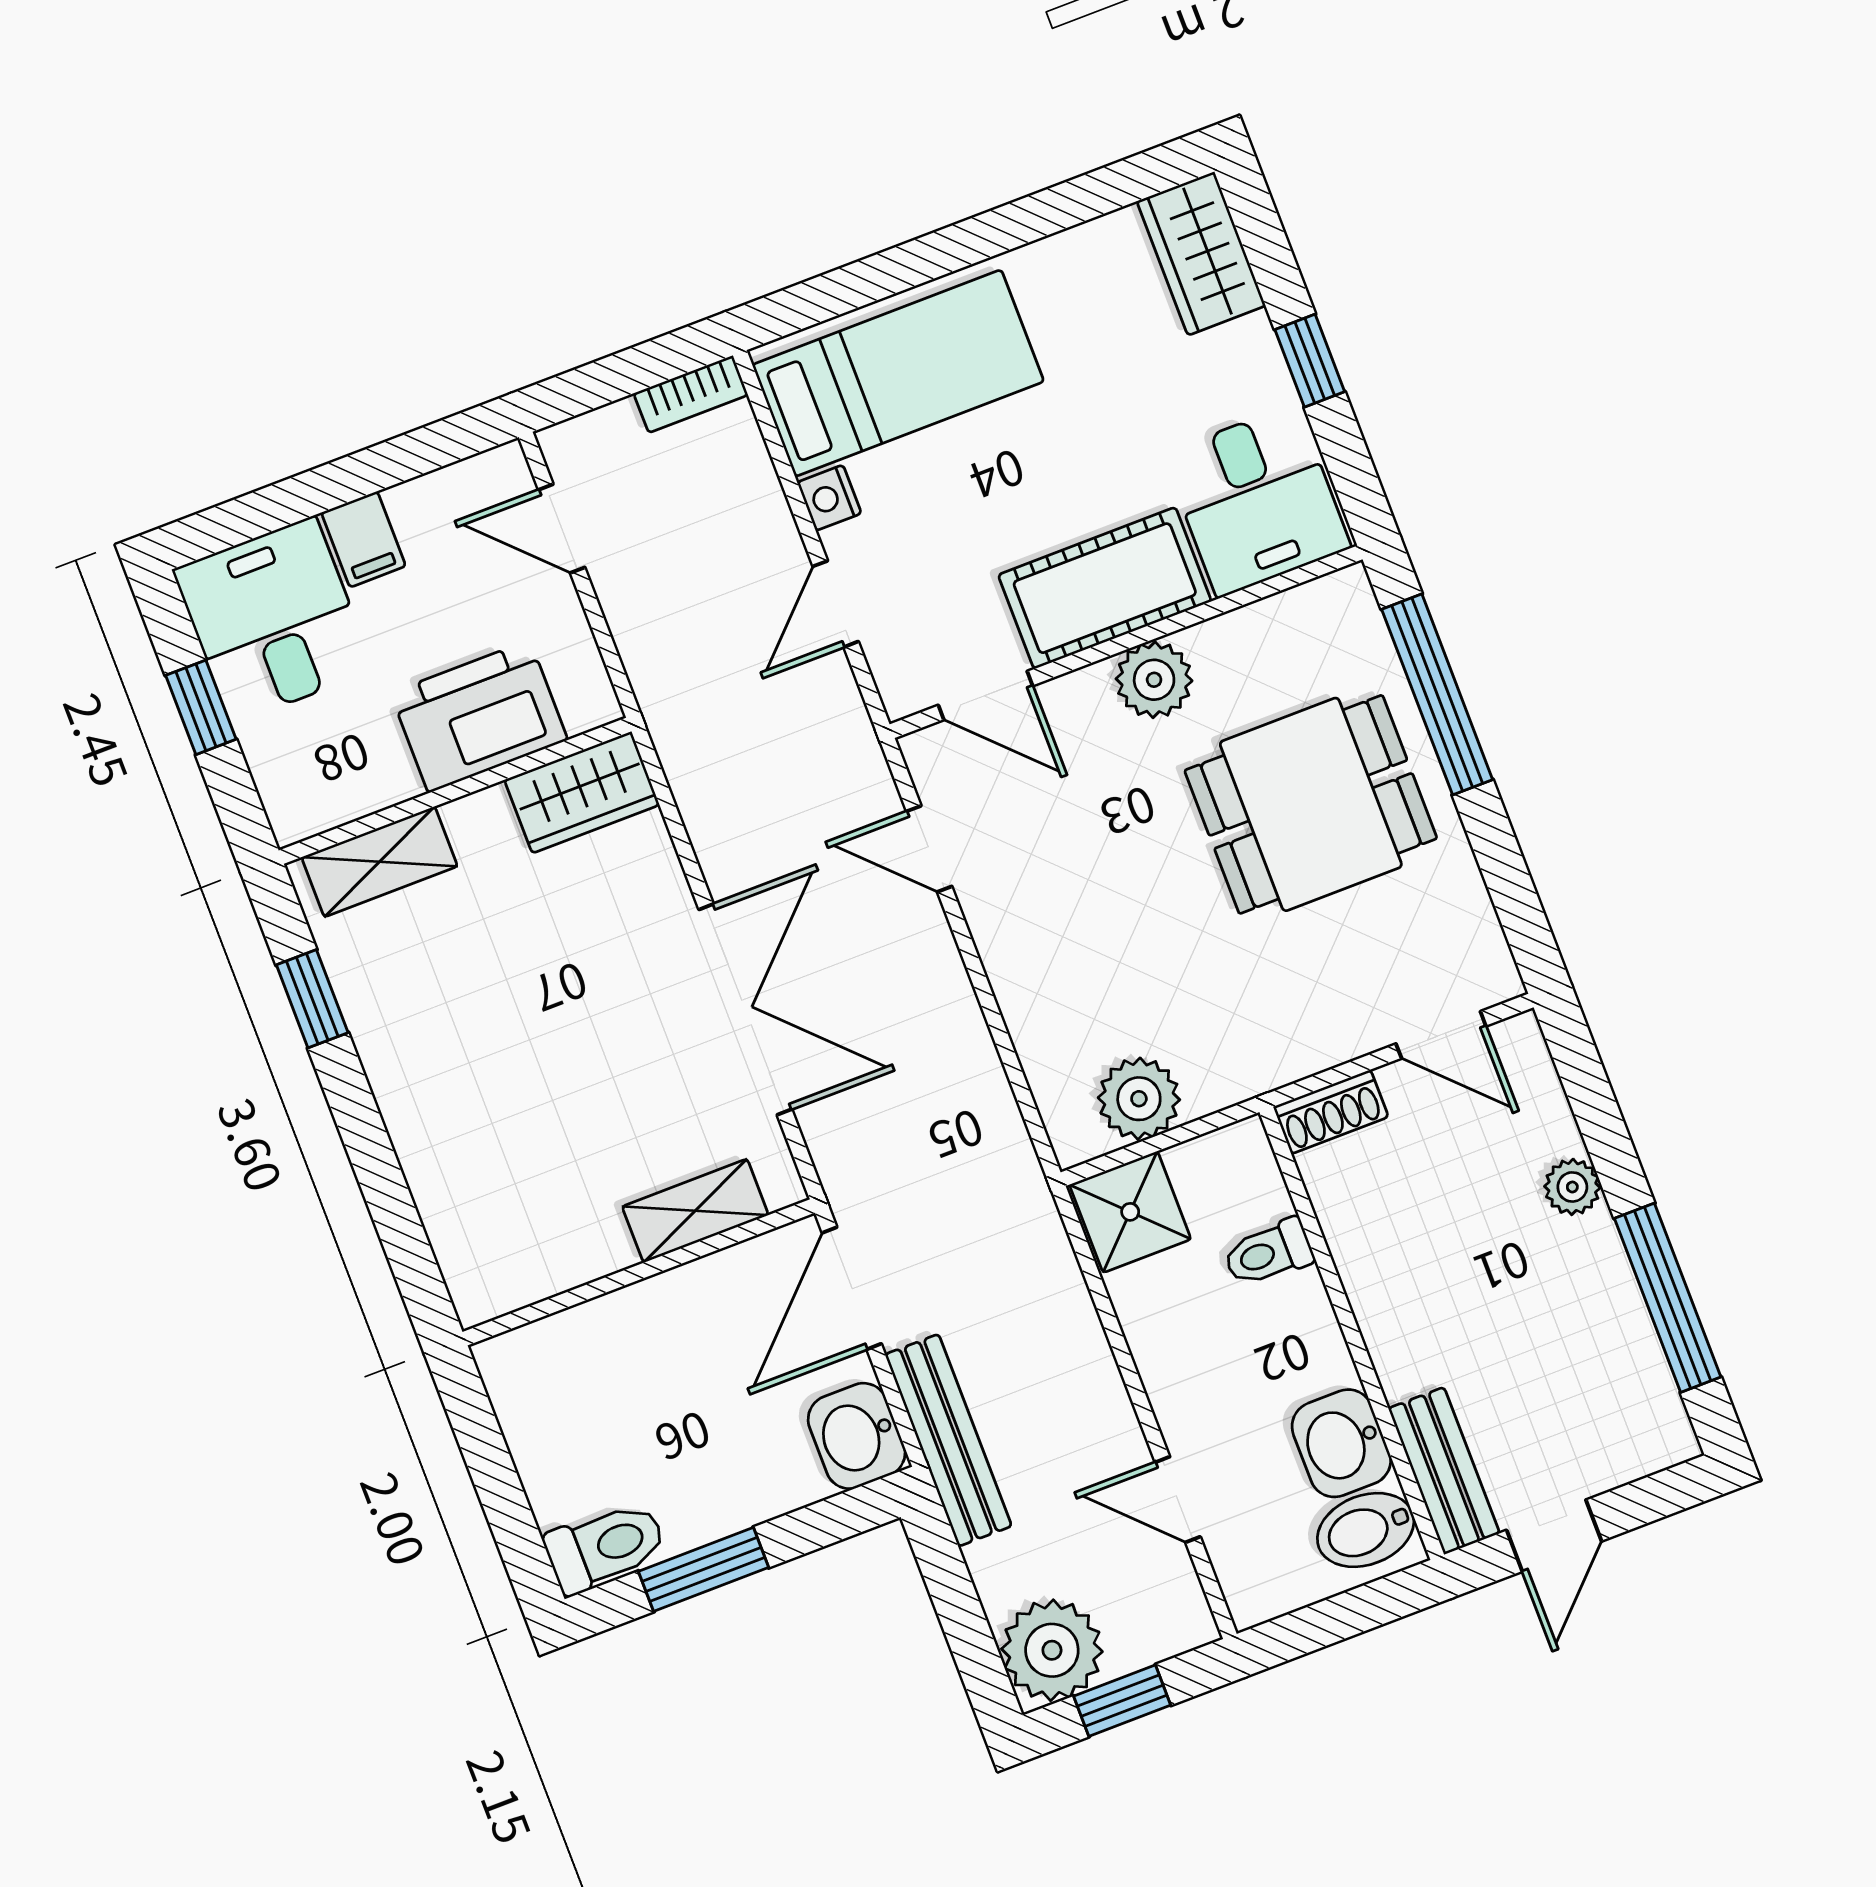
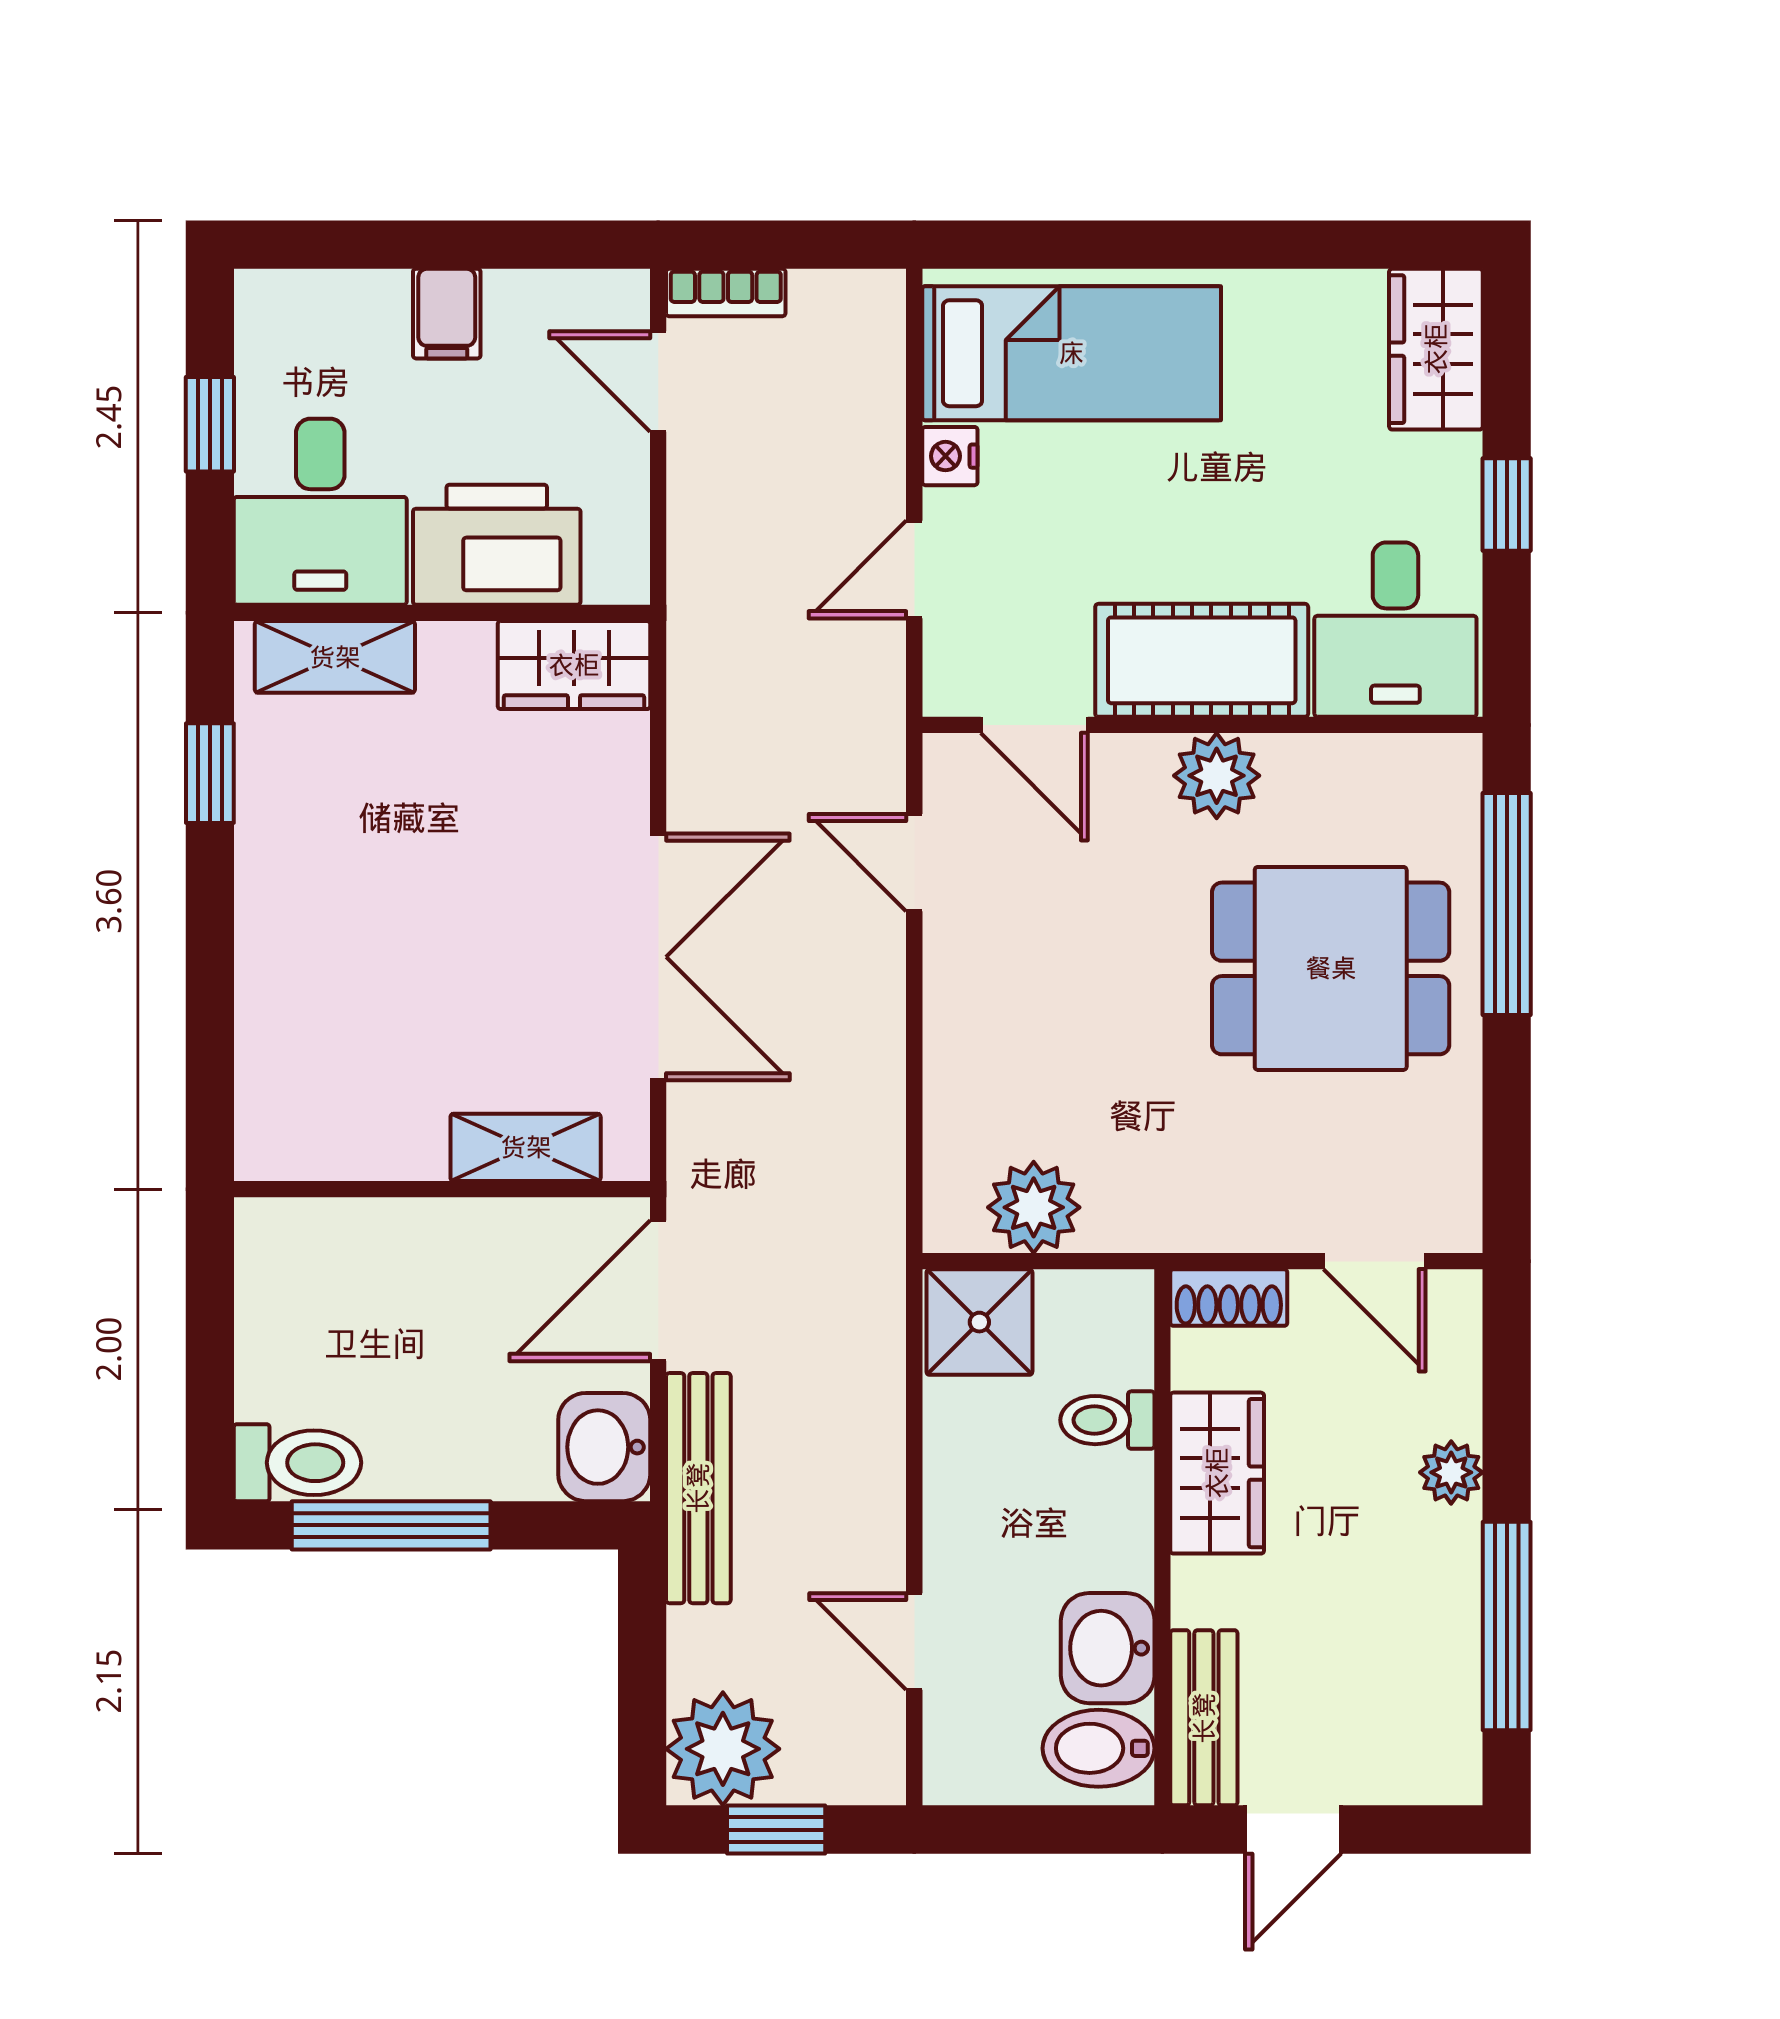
bookcase: (691, 394) -> (726, 293), moved
desk: (273, 620) -> (320, 512), moved, turned 180
wardrobe: (1377, 1262) -> (1217, 1473), added
window: (704, 1569) -> (391, 1525), width x1.44

